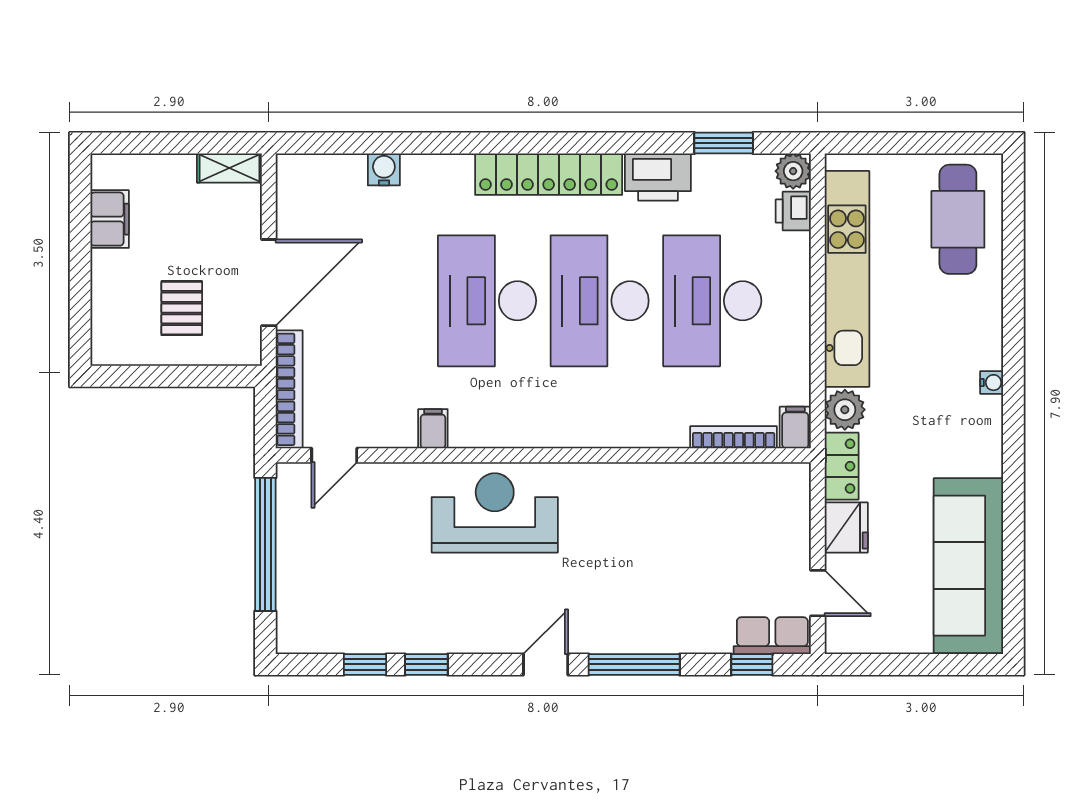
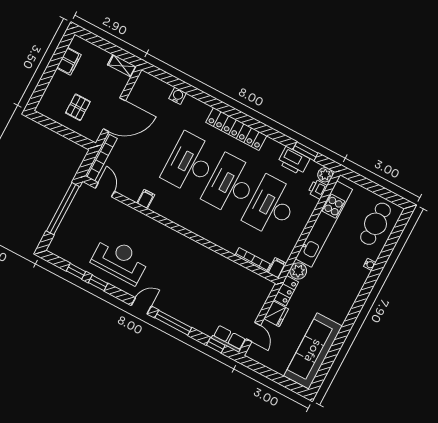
printer: (658, 177) -> (294, 161), moved
water cooler: (992, 383) -> (370, 264), moved
door: (334, 455) -> (105, 190), swing flipped
reception desk: (495, 513) -> (120, 260), moved

